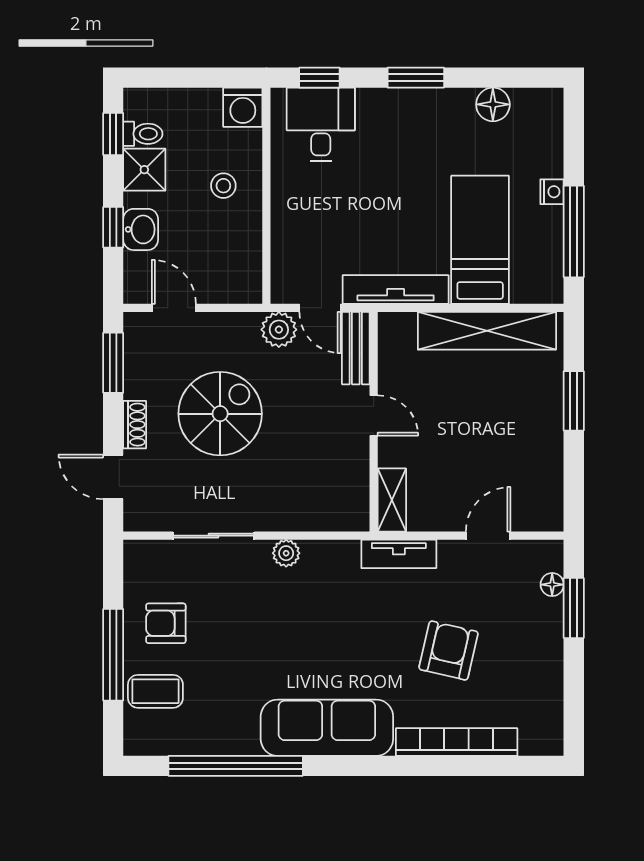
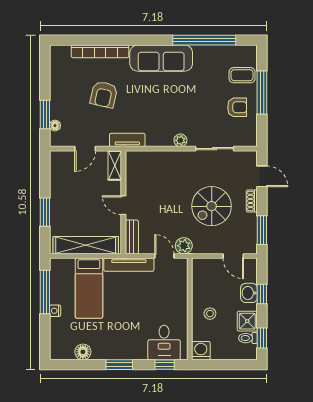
bench: (356, 348) -> (132, 237), moved
door: (374, 416) -> (123, 205), moved
wall: (374, 422) -> (123, 202), moved
shelving: (392, 500) -> (115, 165), moved

